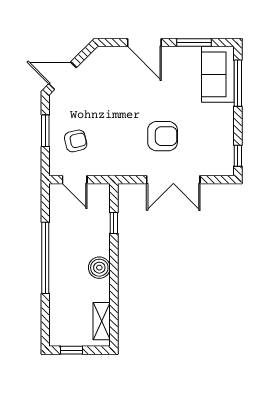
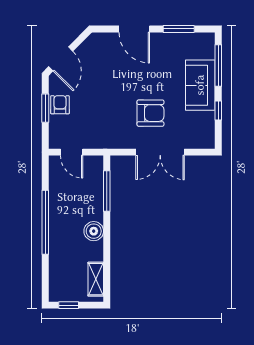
sofa: (218, 74) -> (200, 85), moved
door: (63, 76) -> (61, 59), swing flipped
armchair: (76, 141) -> (60, 105), moved, turned -77
window: (238, 156) -> (218, 110), moved
window: (114, 223) -> (107, 191), width x2.17

